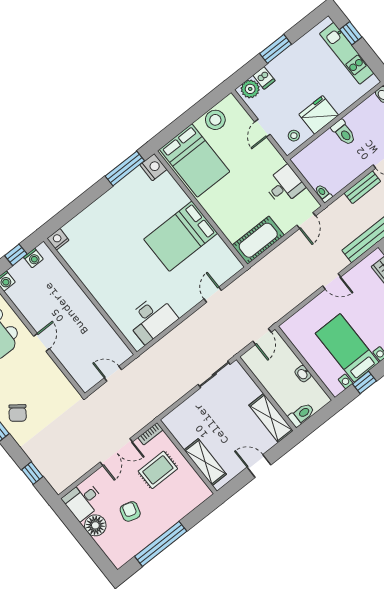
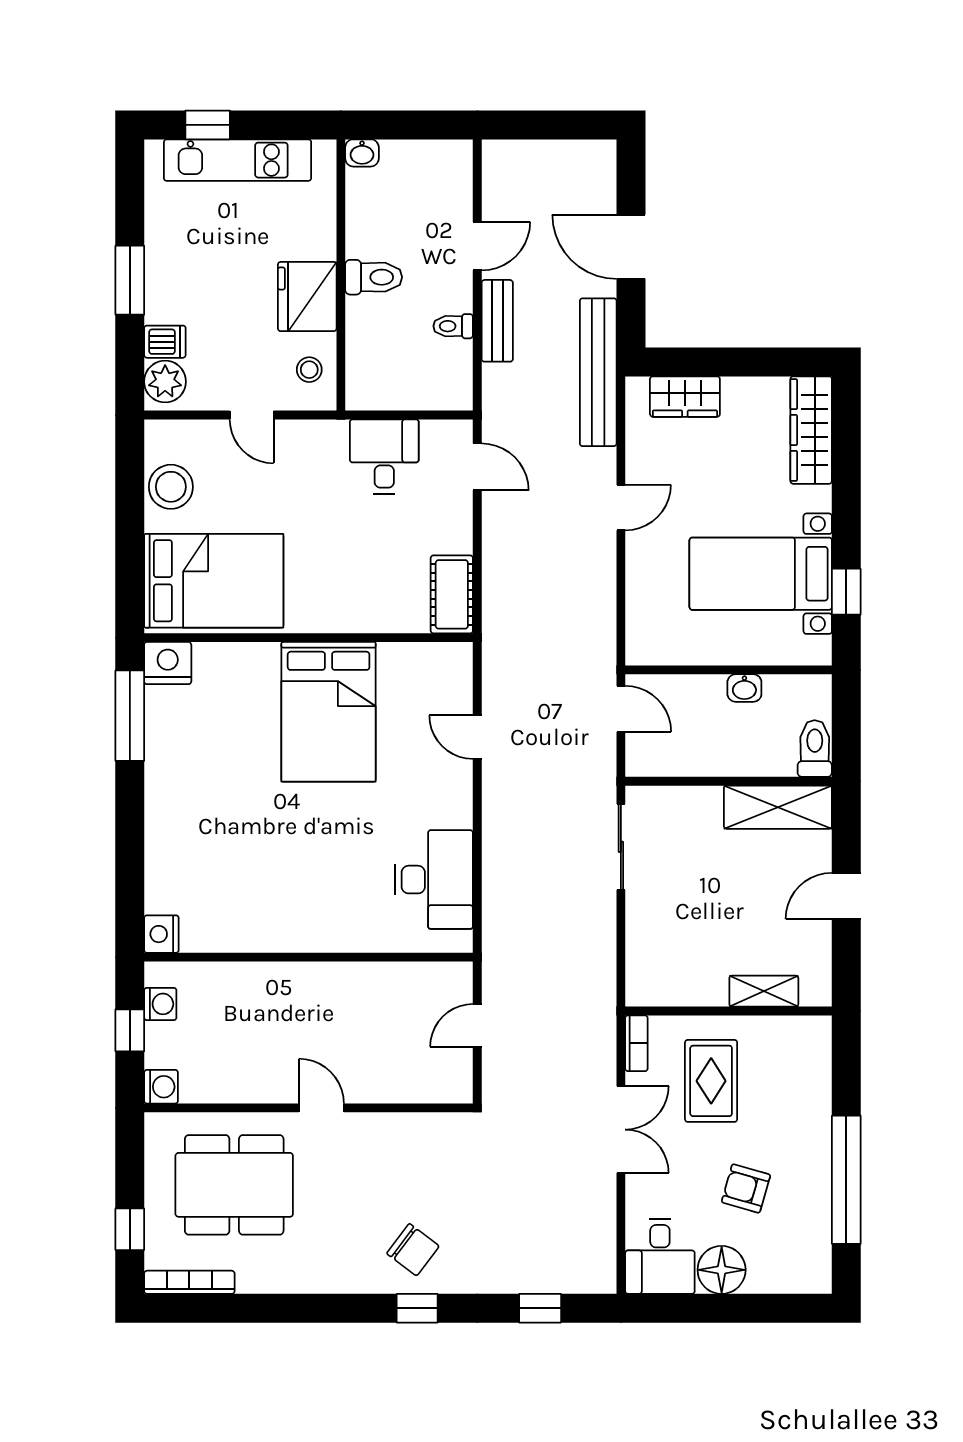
toilet: (323, 193) -> (453, 326), moved
cot: (258, 240) -> (452, 594), width x0.73, depth x0.75
shelving: (205, 462) -> (764, 991), width x0.67, depth x0.75

